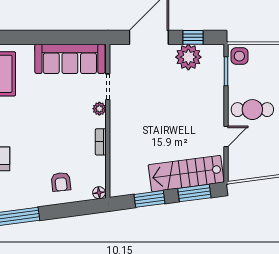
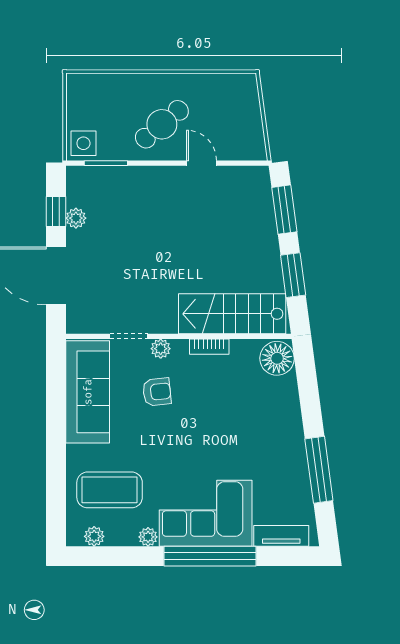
plant: (188, 57) -> (76, 218), width x0.53, depth x0.53
cafe table: (252, 110) -> (162, 124), turned 50
stairs: (186, 174) -> (232, 314), moved, turned 98
armchair: (61, 182) -> (157, 392), moved
floor lamp: (99, 193) -> (277, 358), width x1.89, depth x1.89

